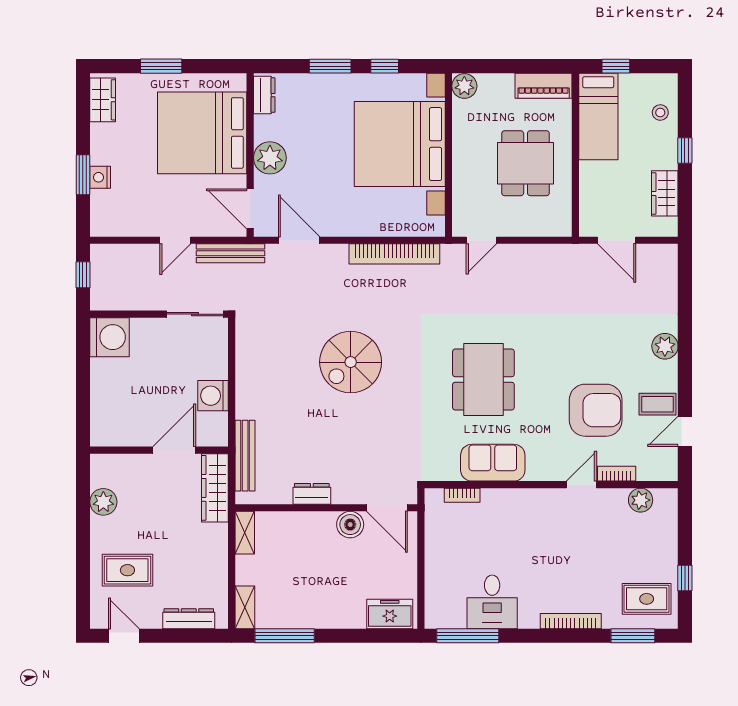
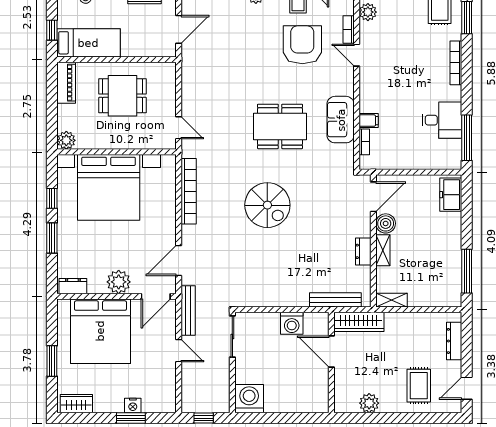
spiral stairs: (351, 362) -> (267, 205), moved
filing cabinet: (492, 501) -> (369, 121), added
shelving: (245, 607) -> (383, 250), moved, turned 90

